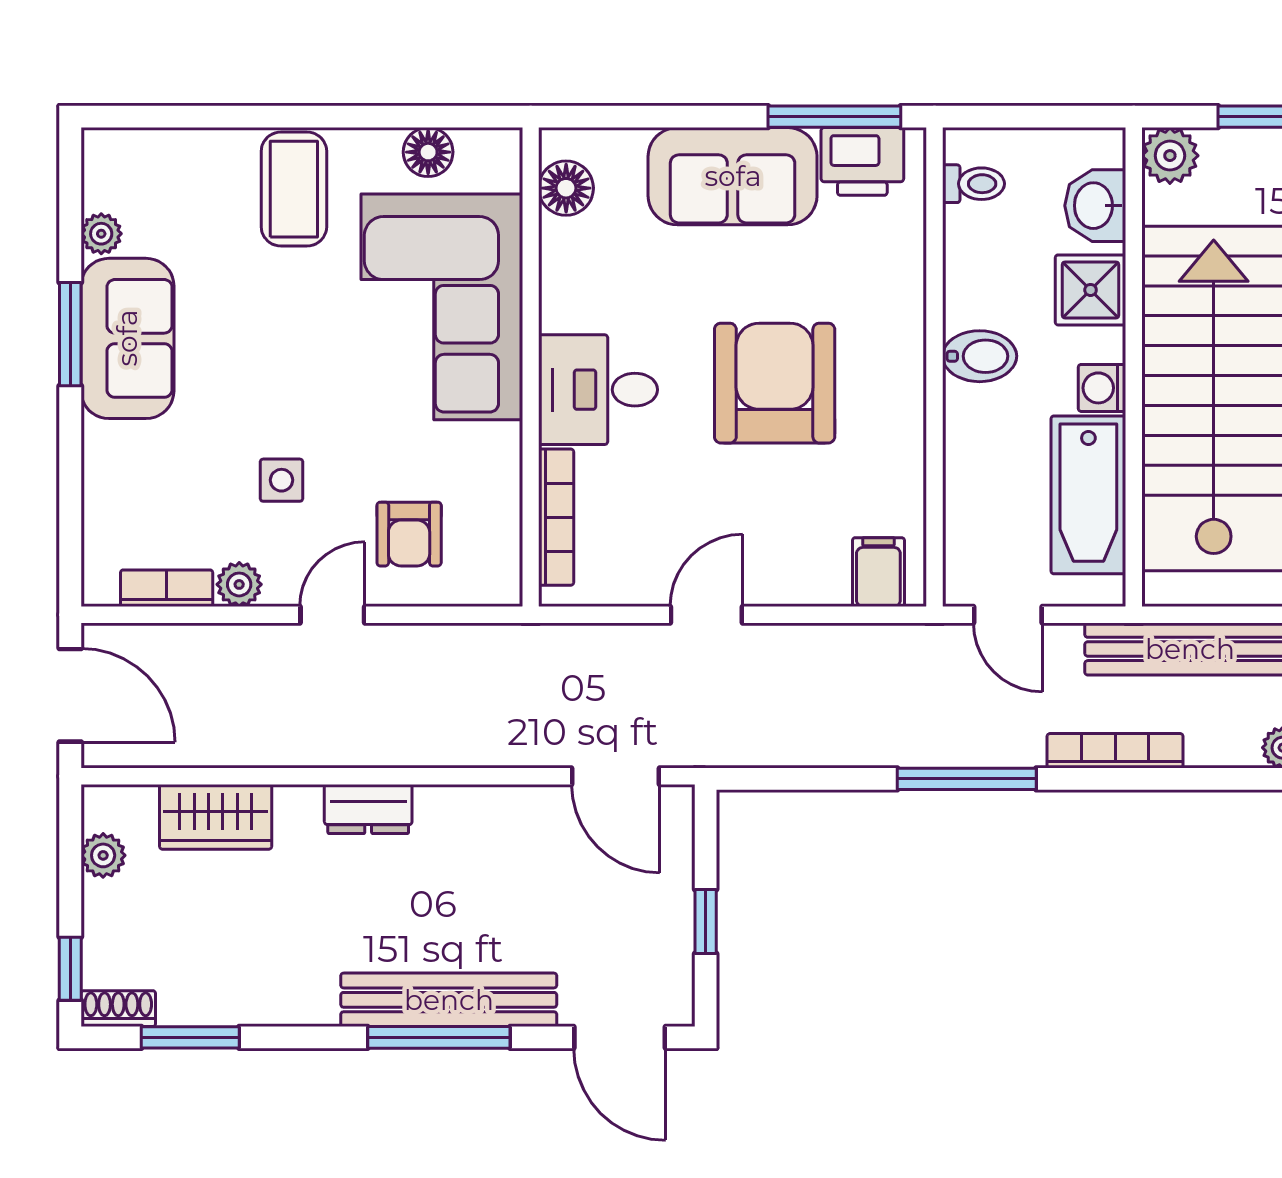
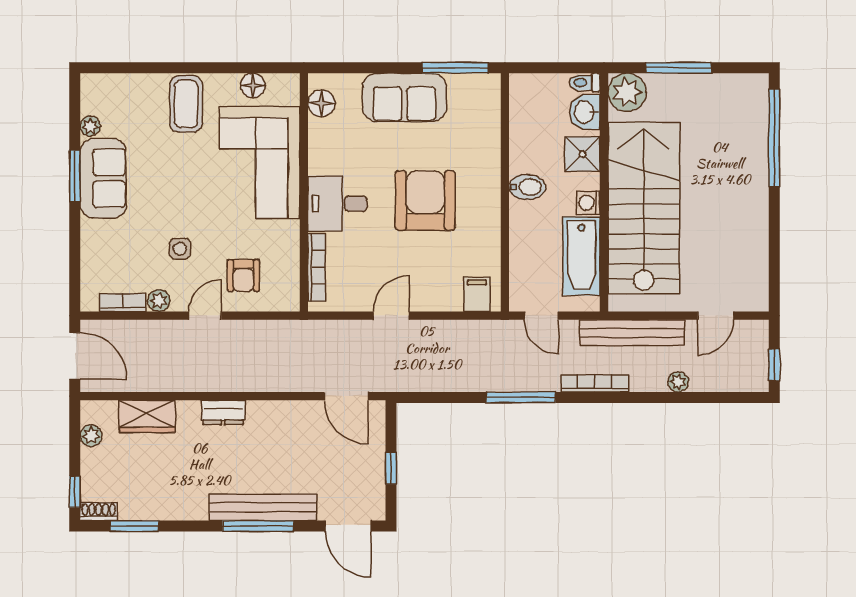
plant: (1170, 156) -> (627, 92), width x1.36, depth x1.36
printer: (862, 161) -> (469, 90), removed
toilet: (973, 184) -> (585, 83), moved, turned 180

